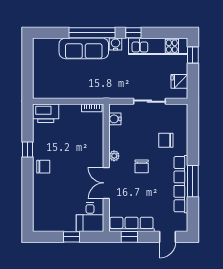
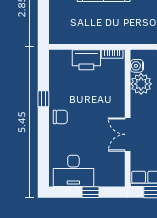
printer: (46, 113) -> (86, 60), moved
plant: (114, 156) -> (141, 84), moved, width x1.88, depth x1.88
desk: (90, 217) -> (73, 171), moved, width x1.37

